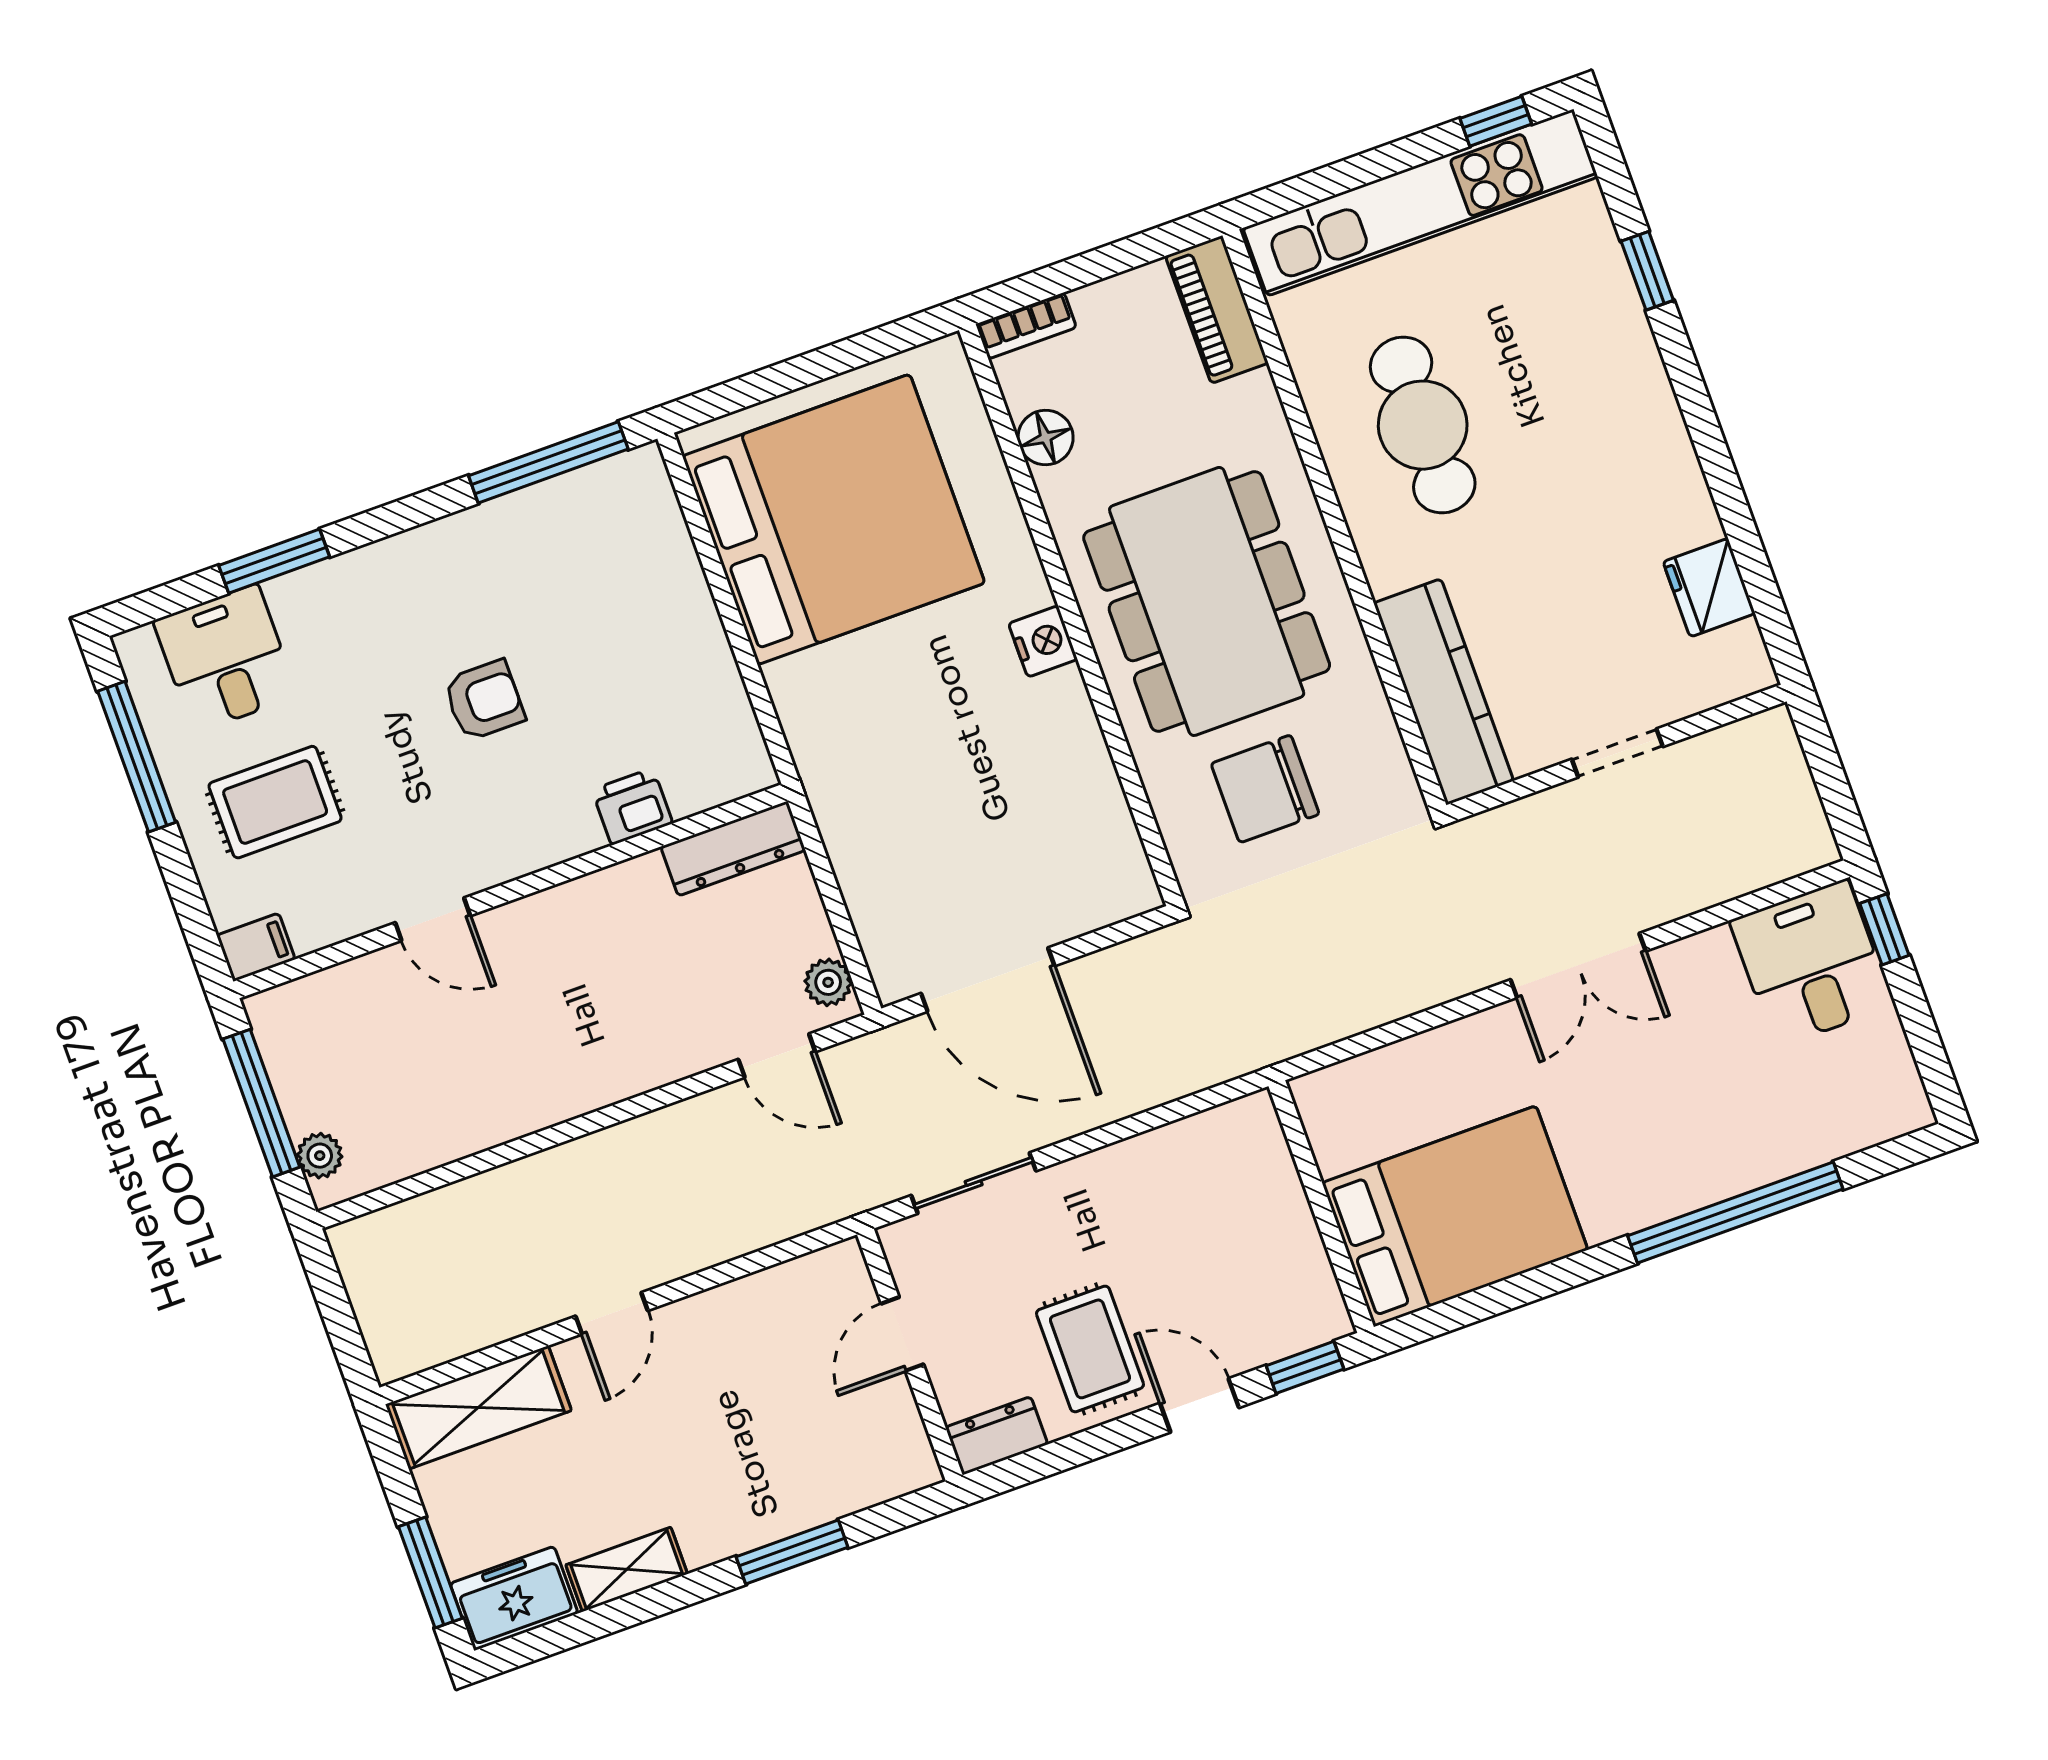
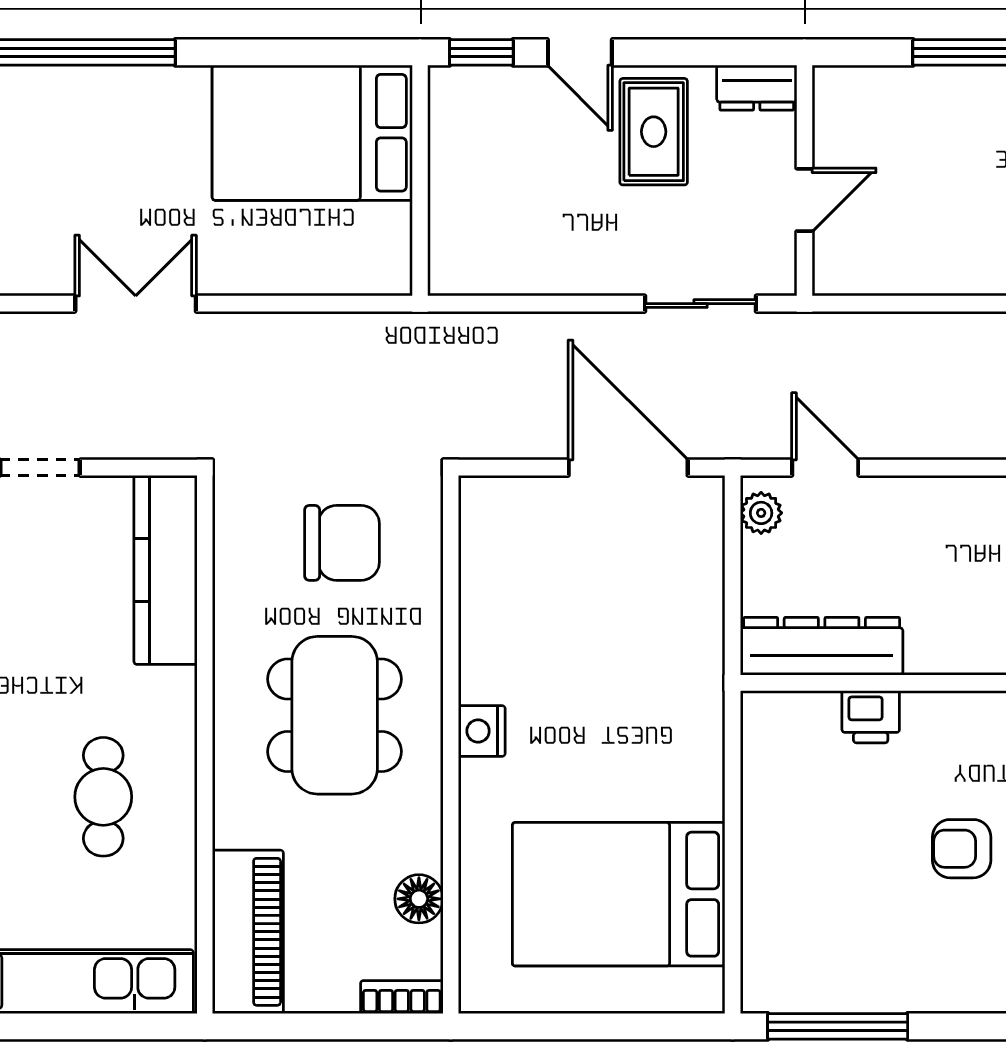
piano: (1217, 310) -> (248, 932), width x1.37, depth x1.33
cafe table: (1423, 425) -> (103, 797), width x0.73, depth x0.74
bed: (834, 519) -> (619, 894), width x0.73
dining table: (1207, 601) -> (335, 715), width x0.73, depth x0.80
dresser: (733, 849) -> (822, 646), width x1.37, depth x1.24

